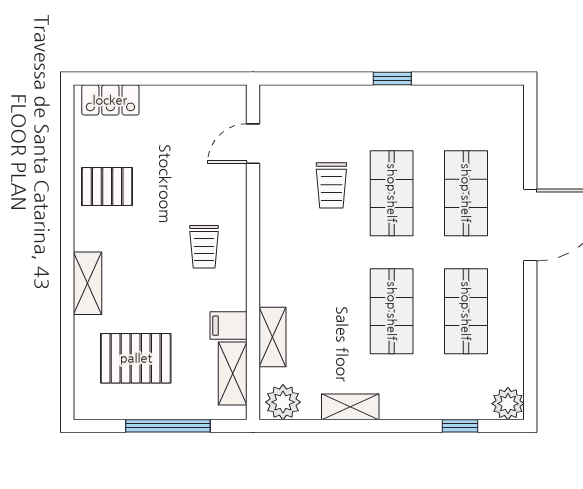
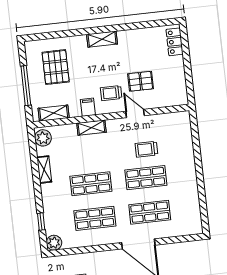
window: (392, 79) -> (199, 172), removed
door: (253, 144) -> (135, 113), moved
pallet: (107, 187) -> (141, 81), moved, turned 90
shelving: (87, 283) -> (102, 39), moved
filing cabinet: (228, 326) -> (88, 107), moved
shelving: (273, 337) -> (91, 128), moved

